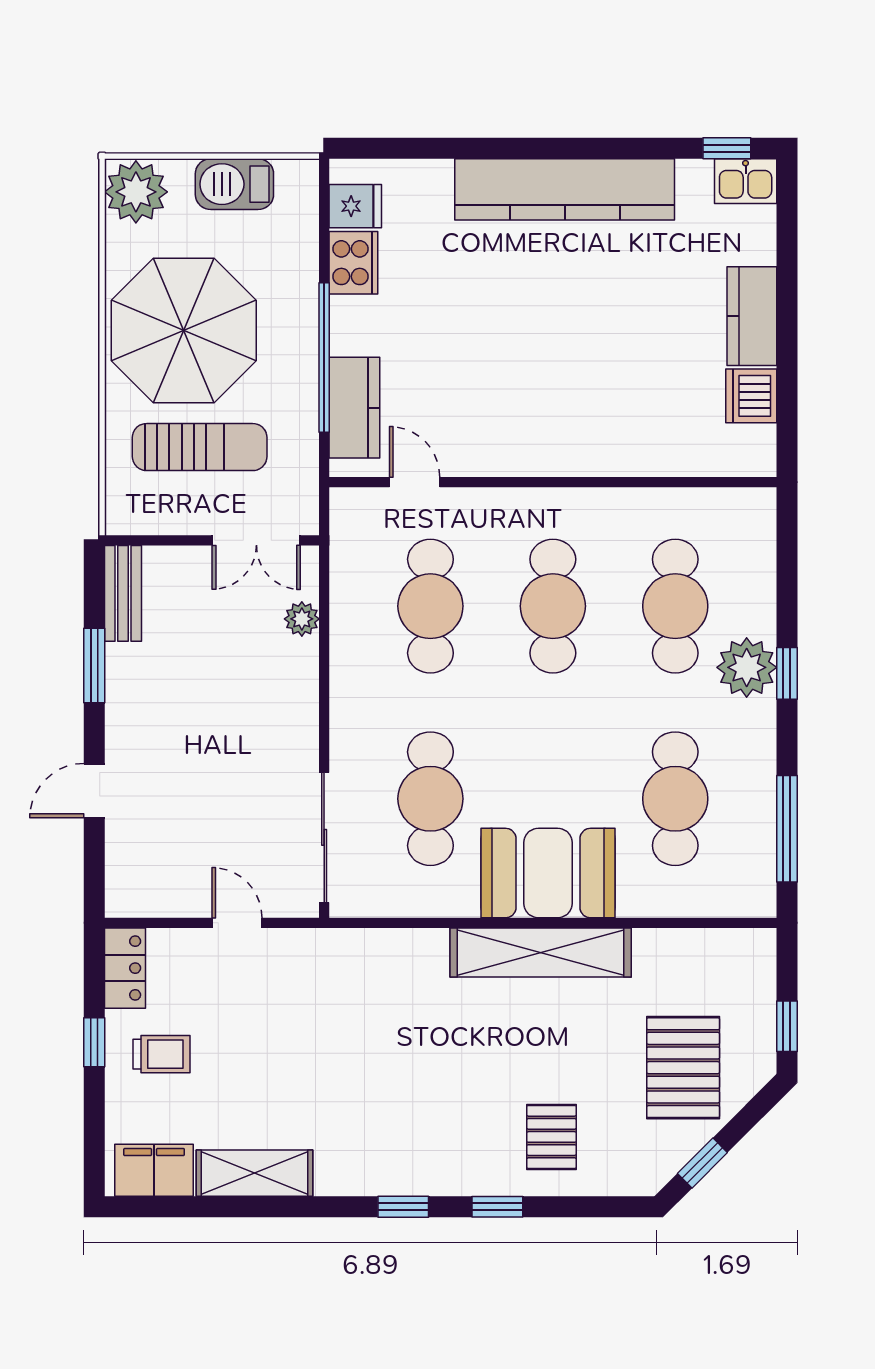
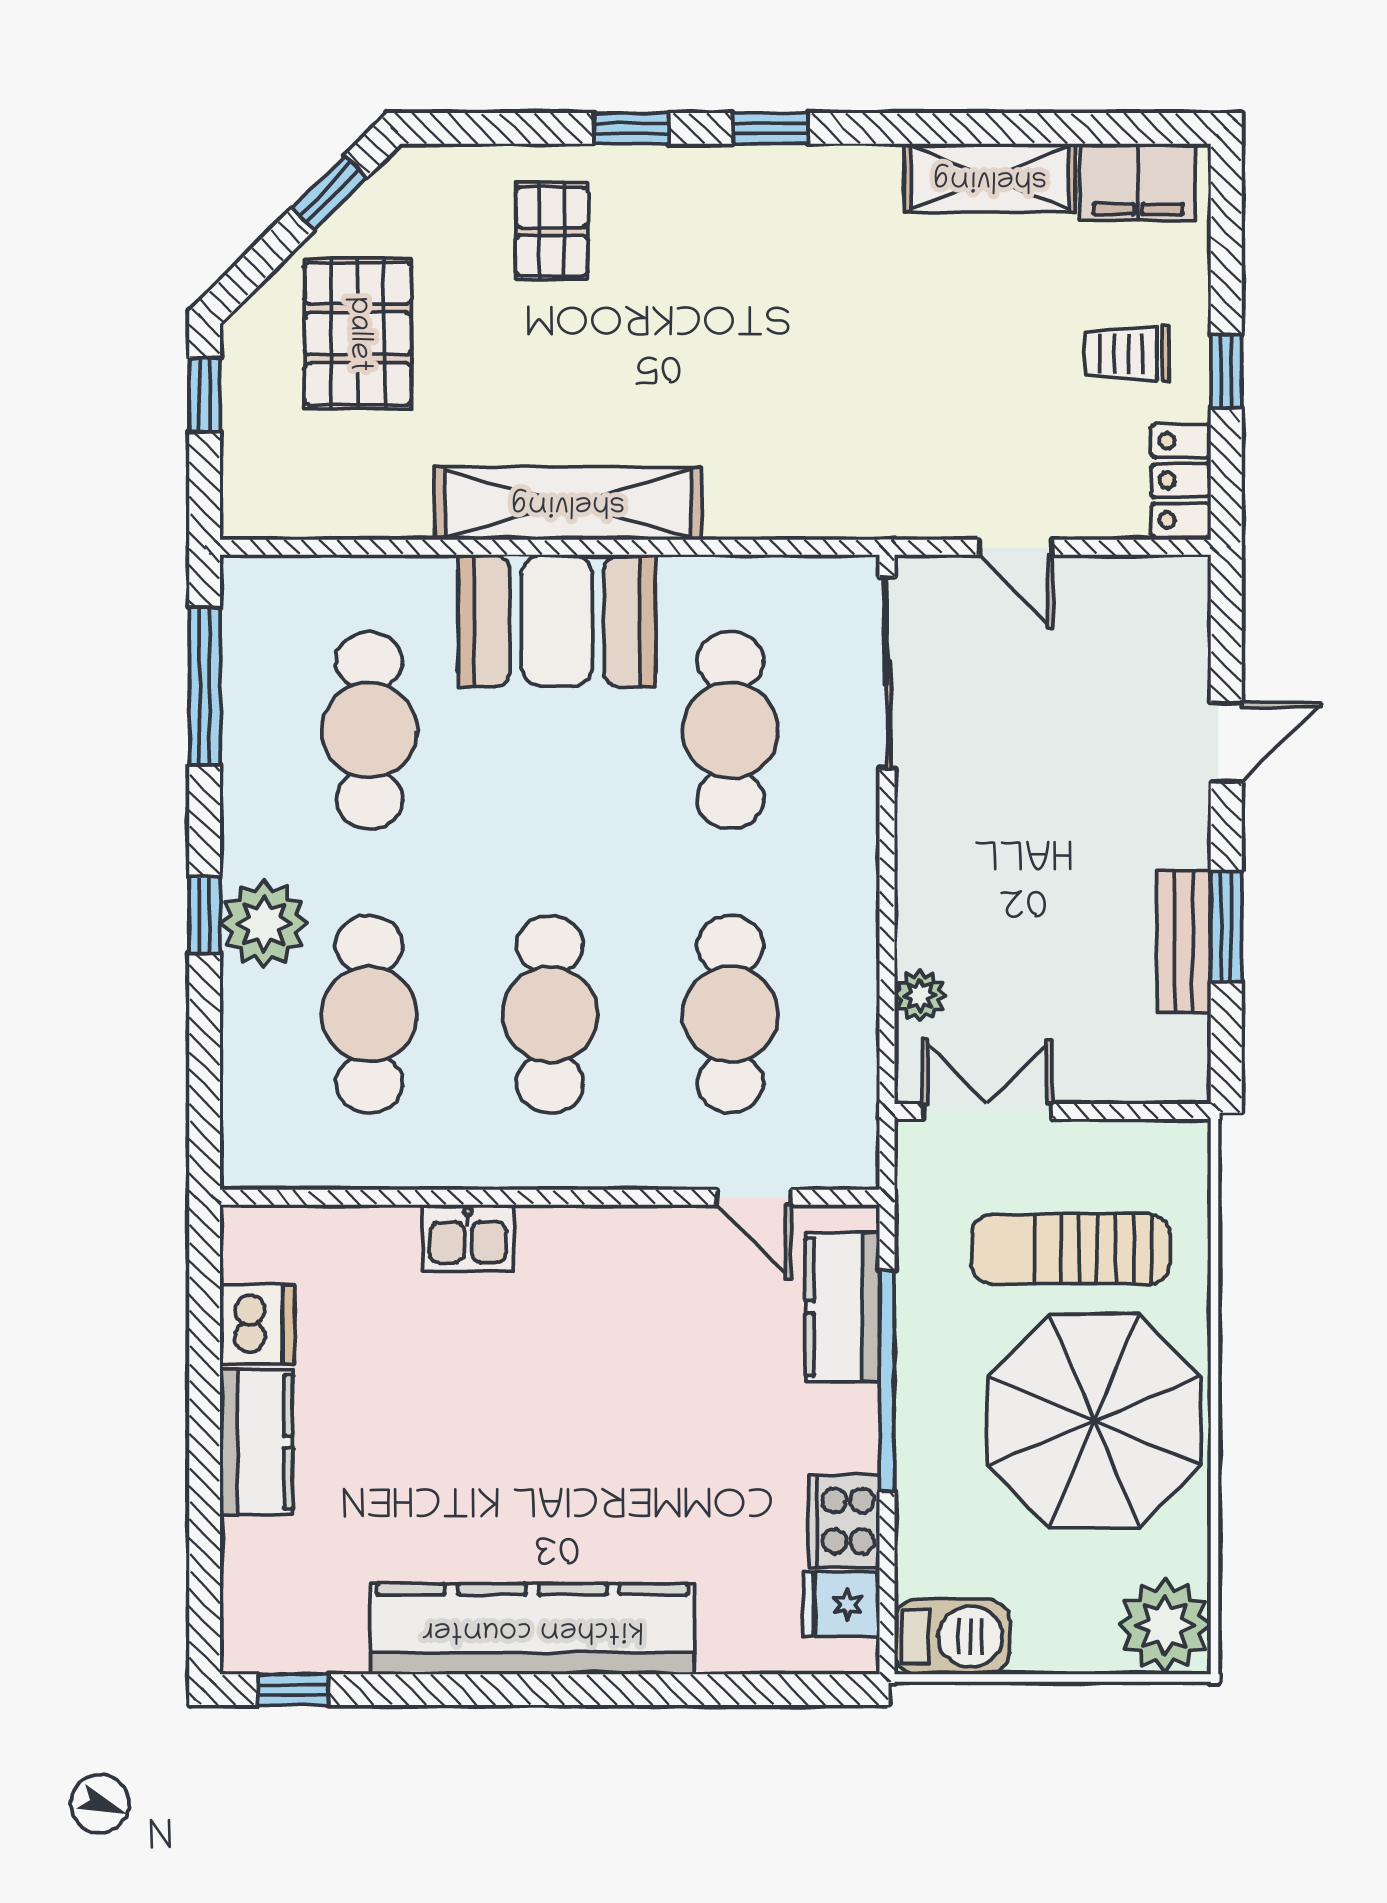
kitchen sink: (746, 181) -> (468, 1238), moved, turned 180
barbecue: (234, 184) -> (952, 1637), moved
bench: (123, 593) -> (1184, 941), moved

